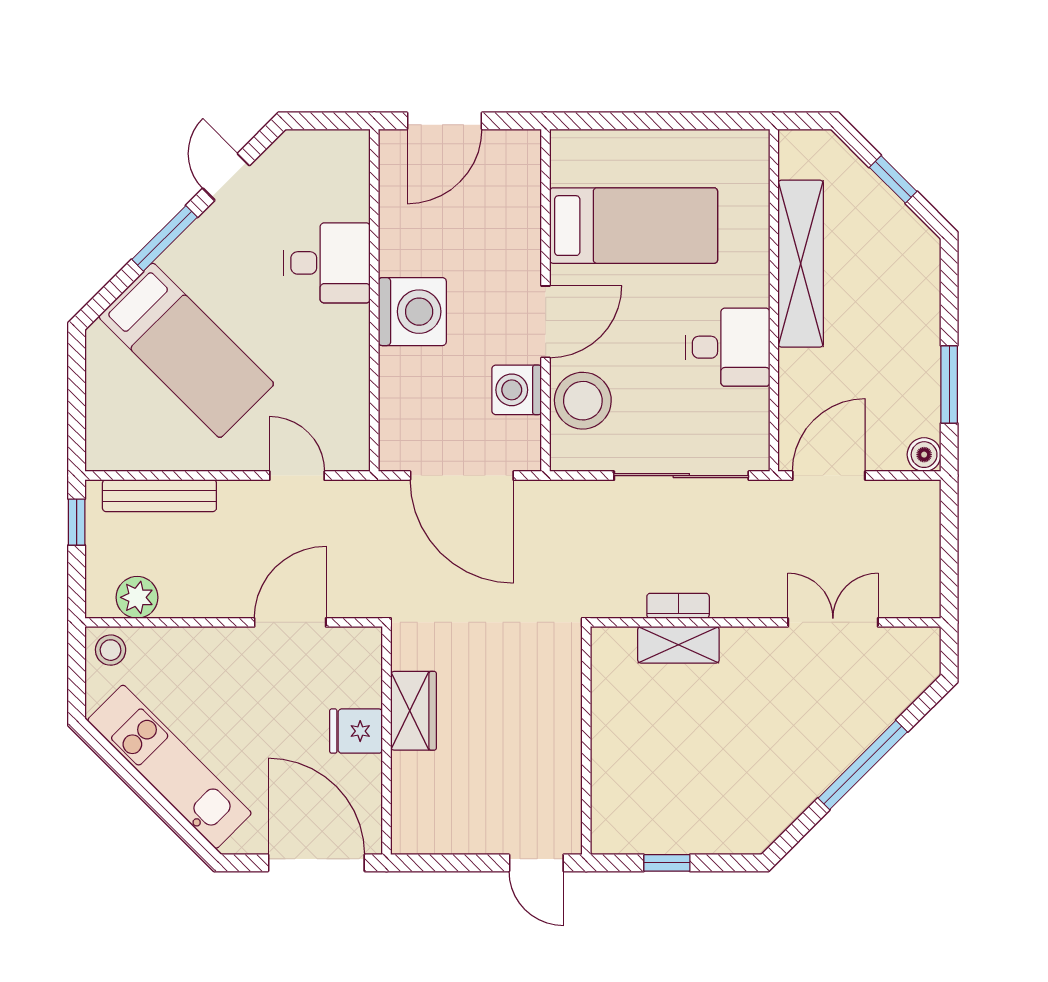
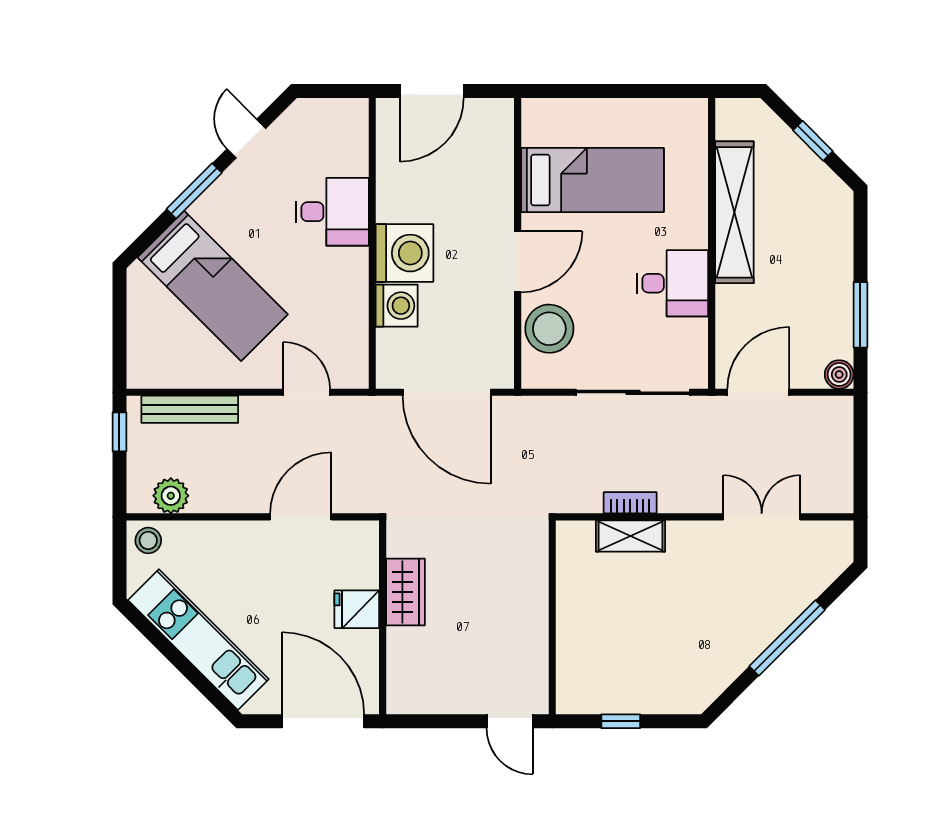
washing machine: (517, 390) -> (397, 306), moved, turned 180

